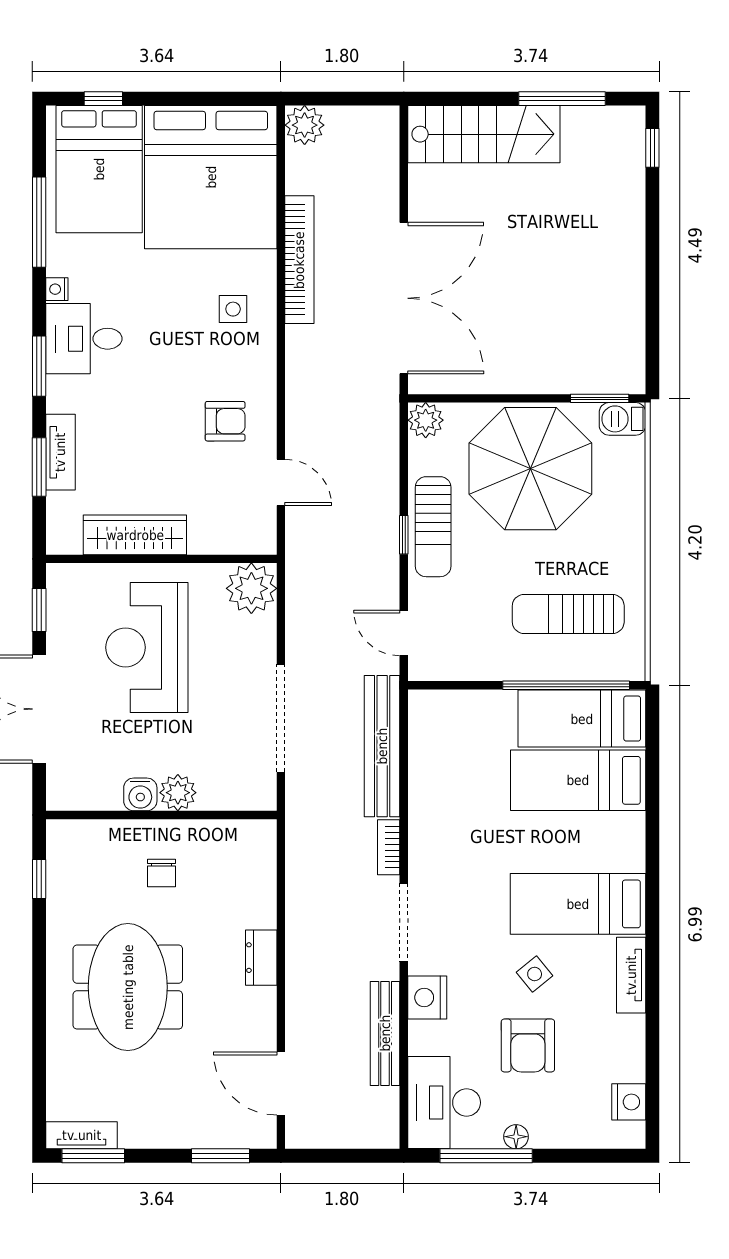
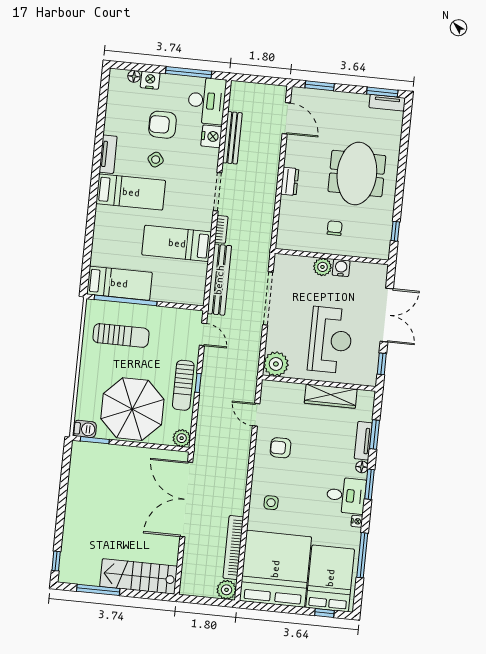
bookcase: (299, 260) -> (233, 548), moved
floor lamp: (58, 399) -> (362, 467), added
sun lounger: (433, 527) -> (183, 385), turned 180
bed: (578, 780) -> (177, 243), moved, turned 180
nightstand: (427, 997) -> (211, 136), moved
armchair: (528, 1045) -> (162, 125), turned -90
nightstand: (629, 1102) -> (150, 80), moved, turned 90
floor lamp: (516, 1137) -> (134, 76), moved

